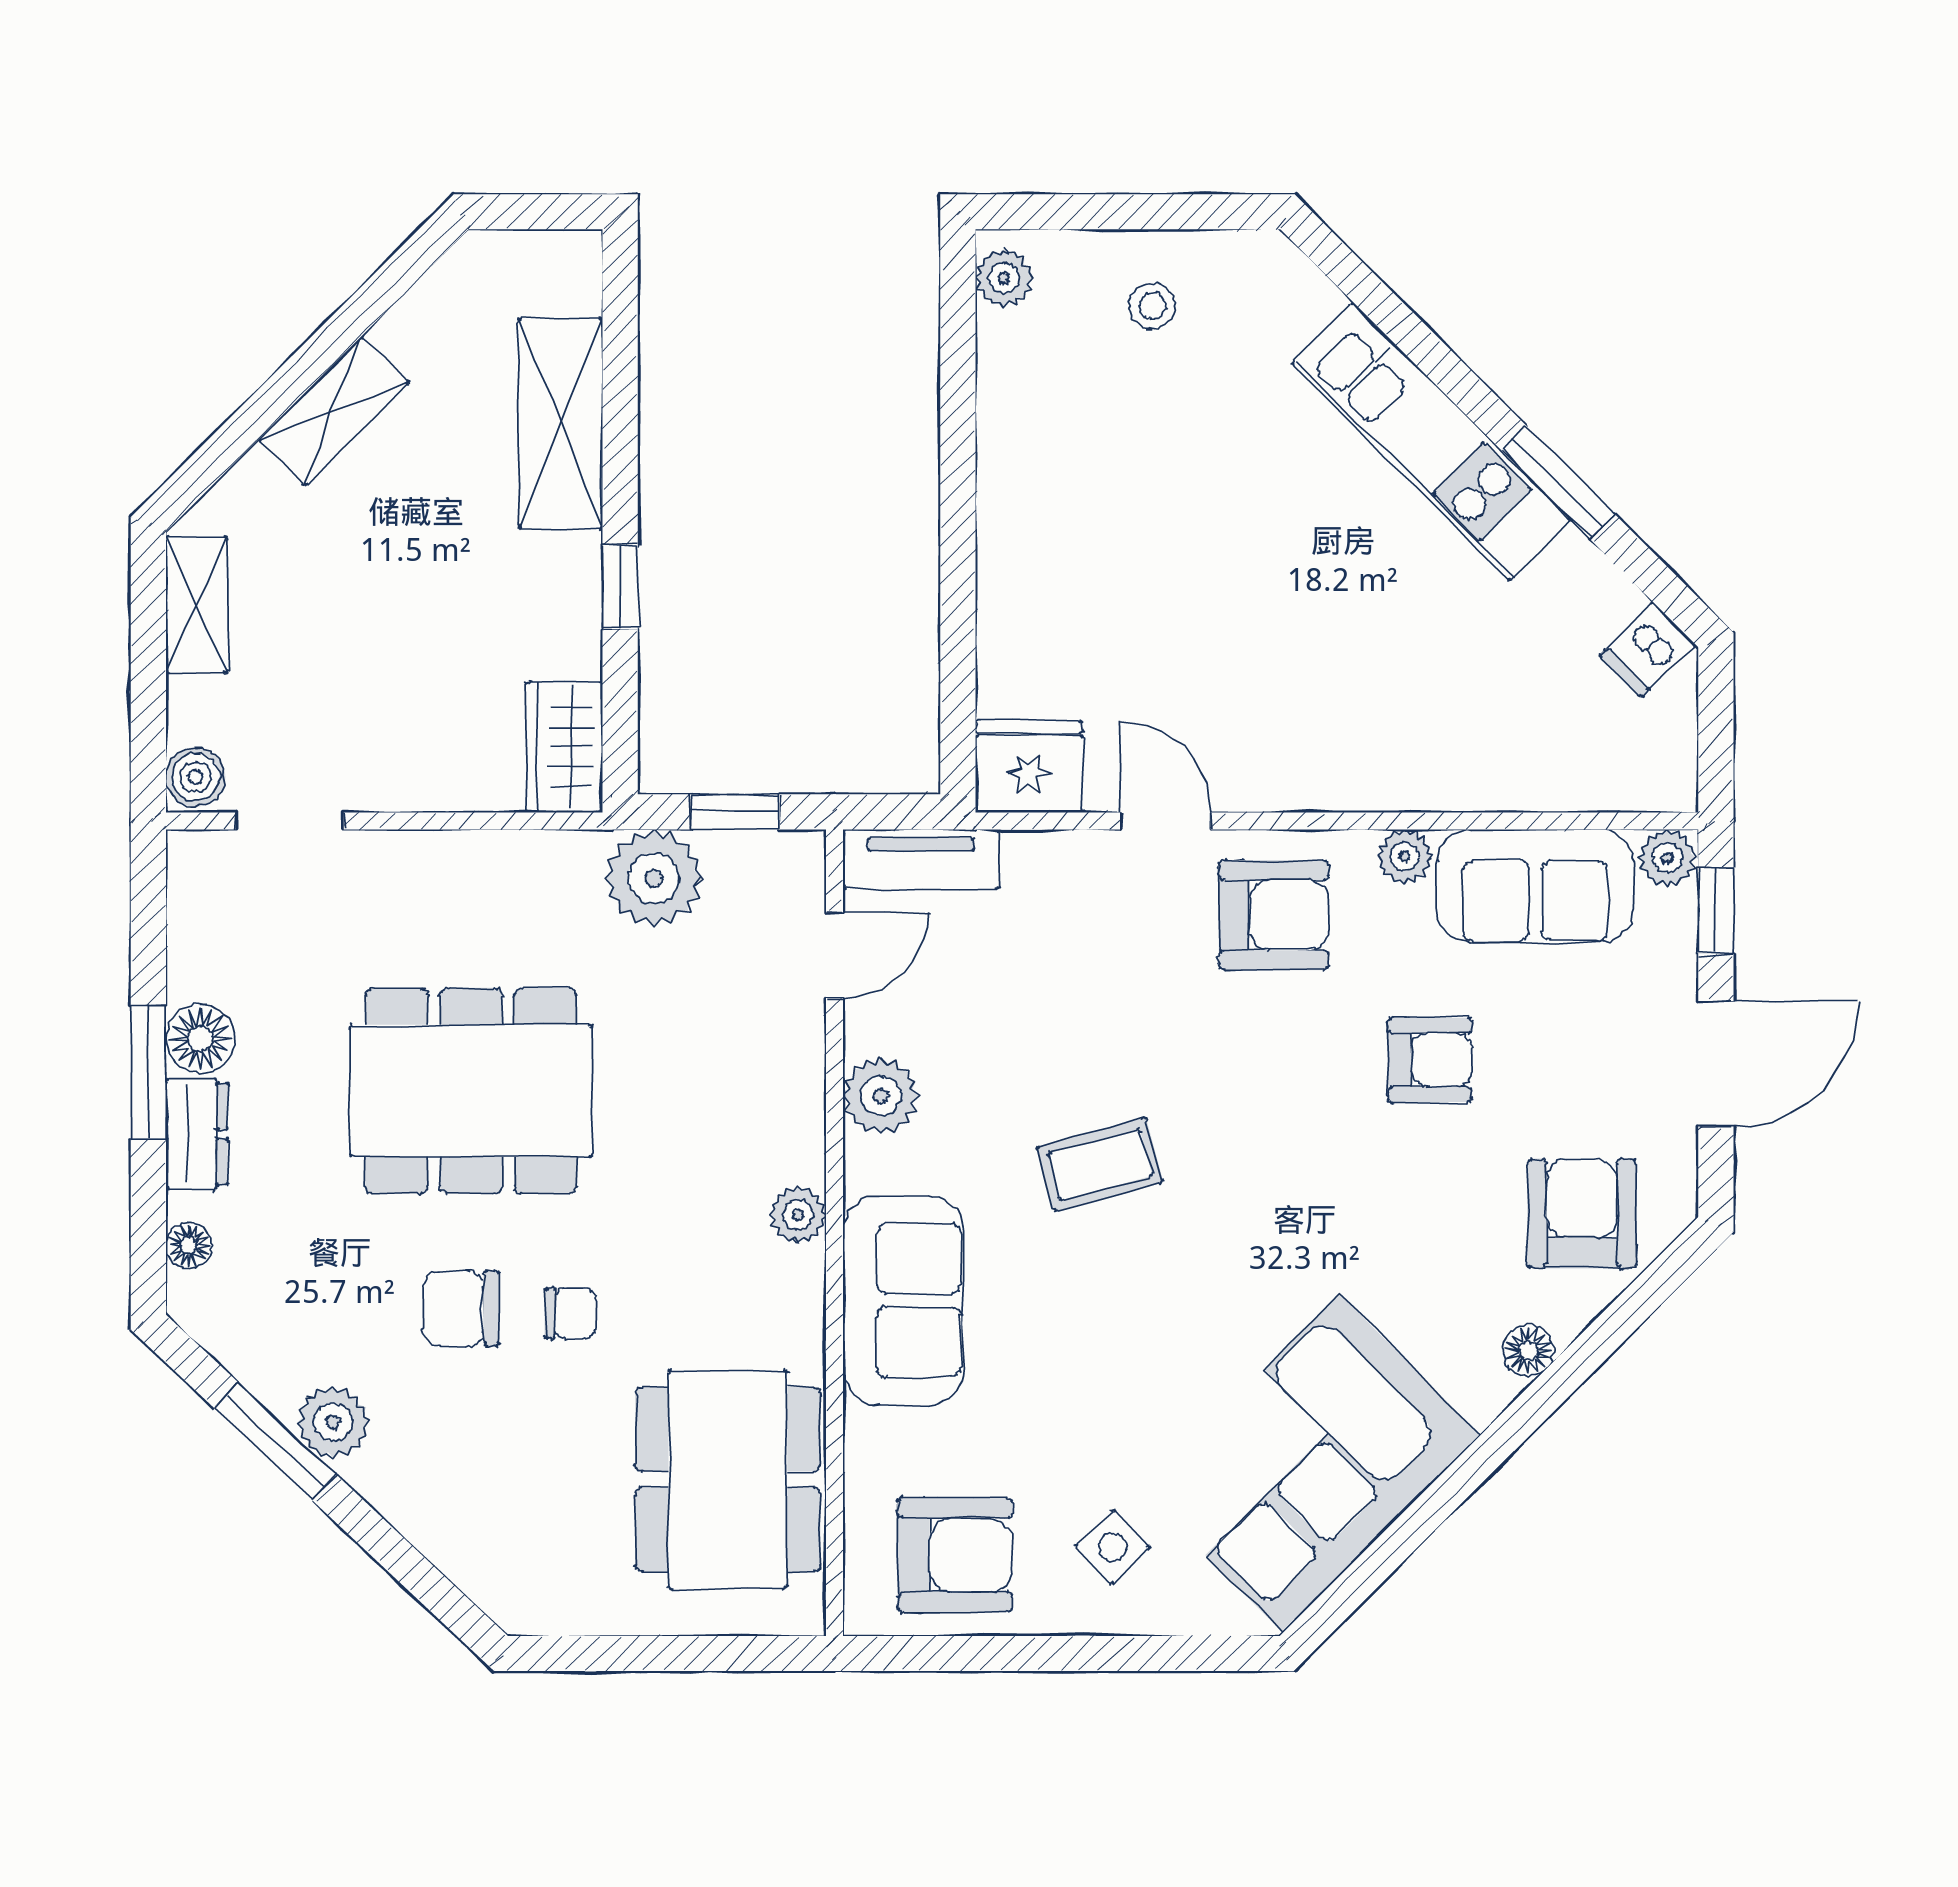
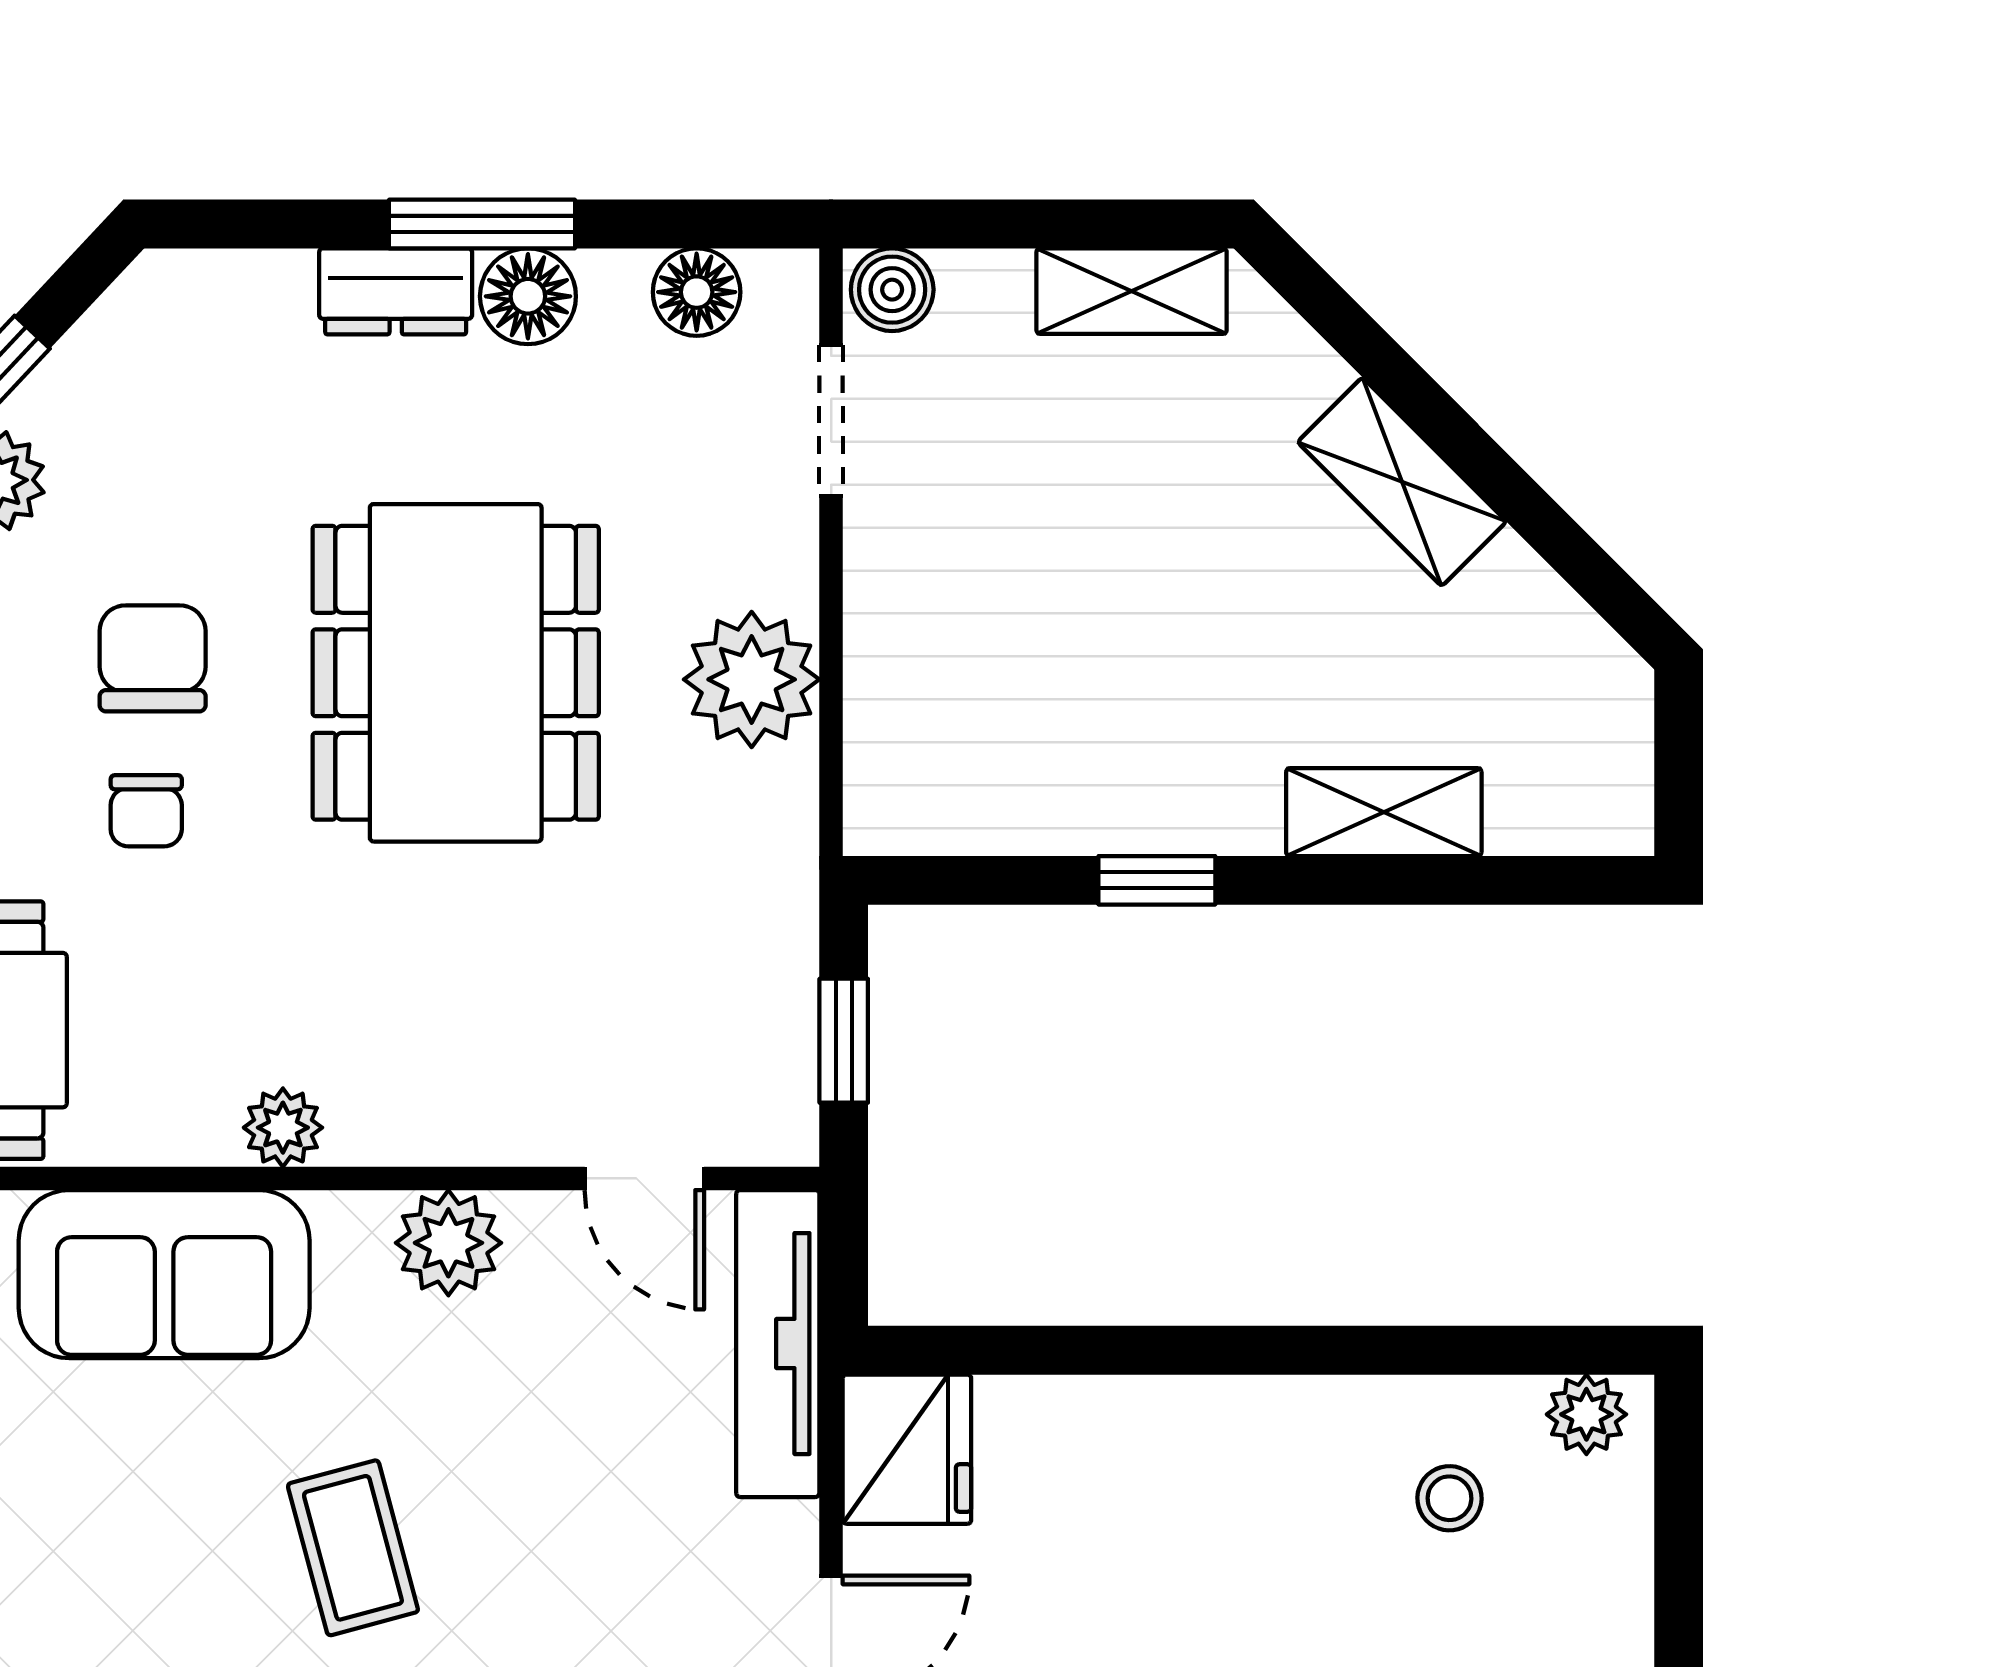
stool: (1152, 306) -> (1449, 1498), moved
shelving: (561, 424) -> (1384, 812), width x0.67, depth x0.75
wardrobe: (565, 747) -> (934, 803), removed
tv unit: (921, 859) -> (778, 1344), width x1.41
plant: (653, 878) -> (752, 679), moved
floor lamp: (189, 1246) -> (697, 292), moved, width x1.37, depth x1.37

